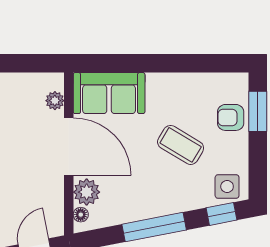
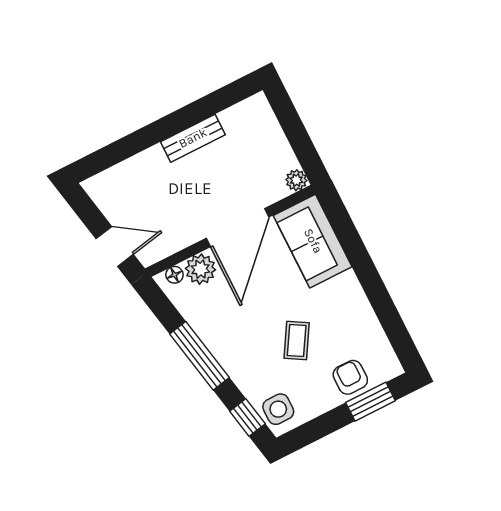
plant: (55, 101) -> (296, 180), moved
coffee table: (181, 145) -> (297, 341), width x0.73, depth x0.77

